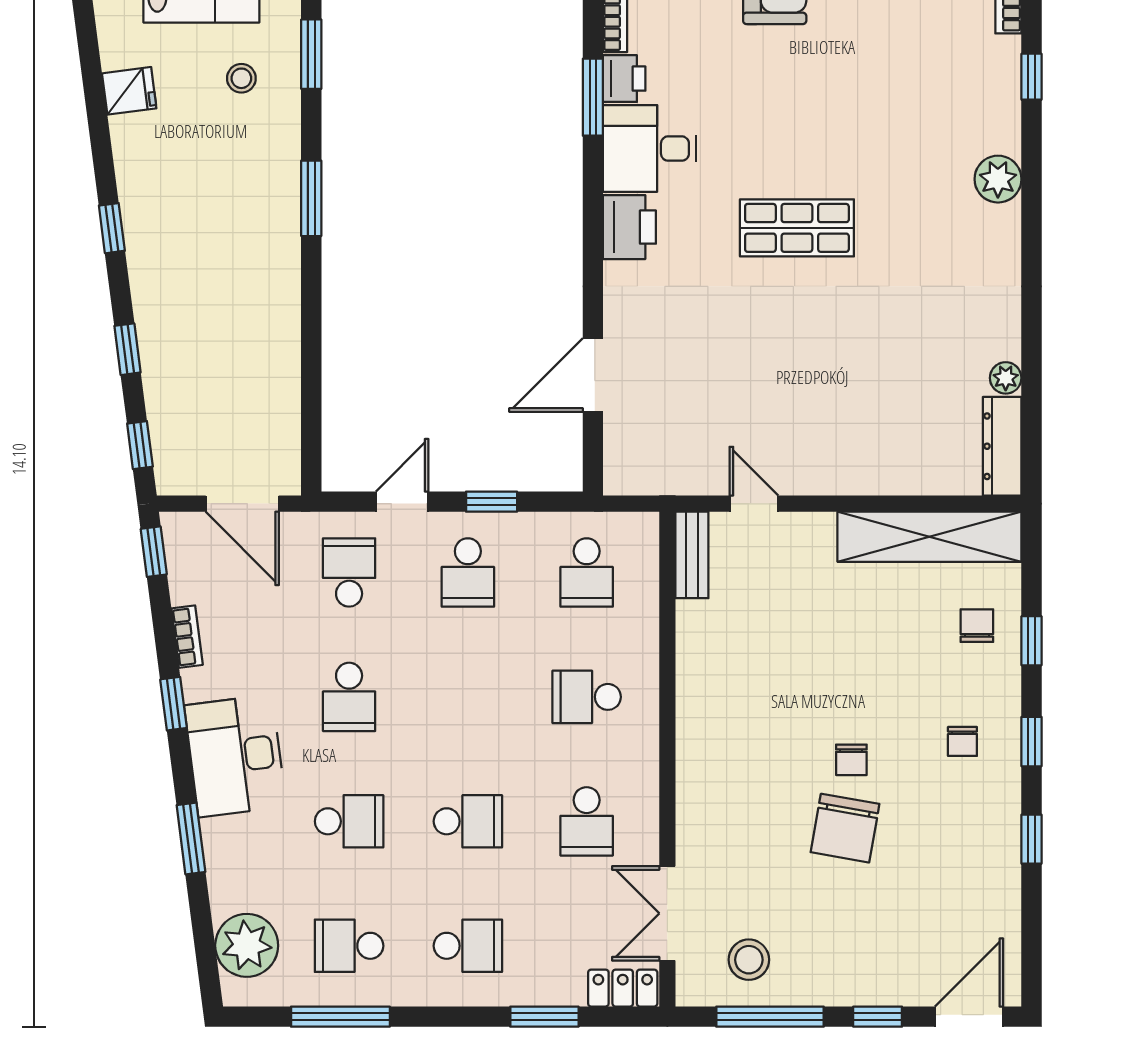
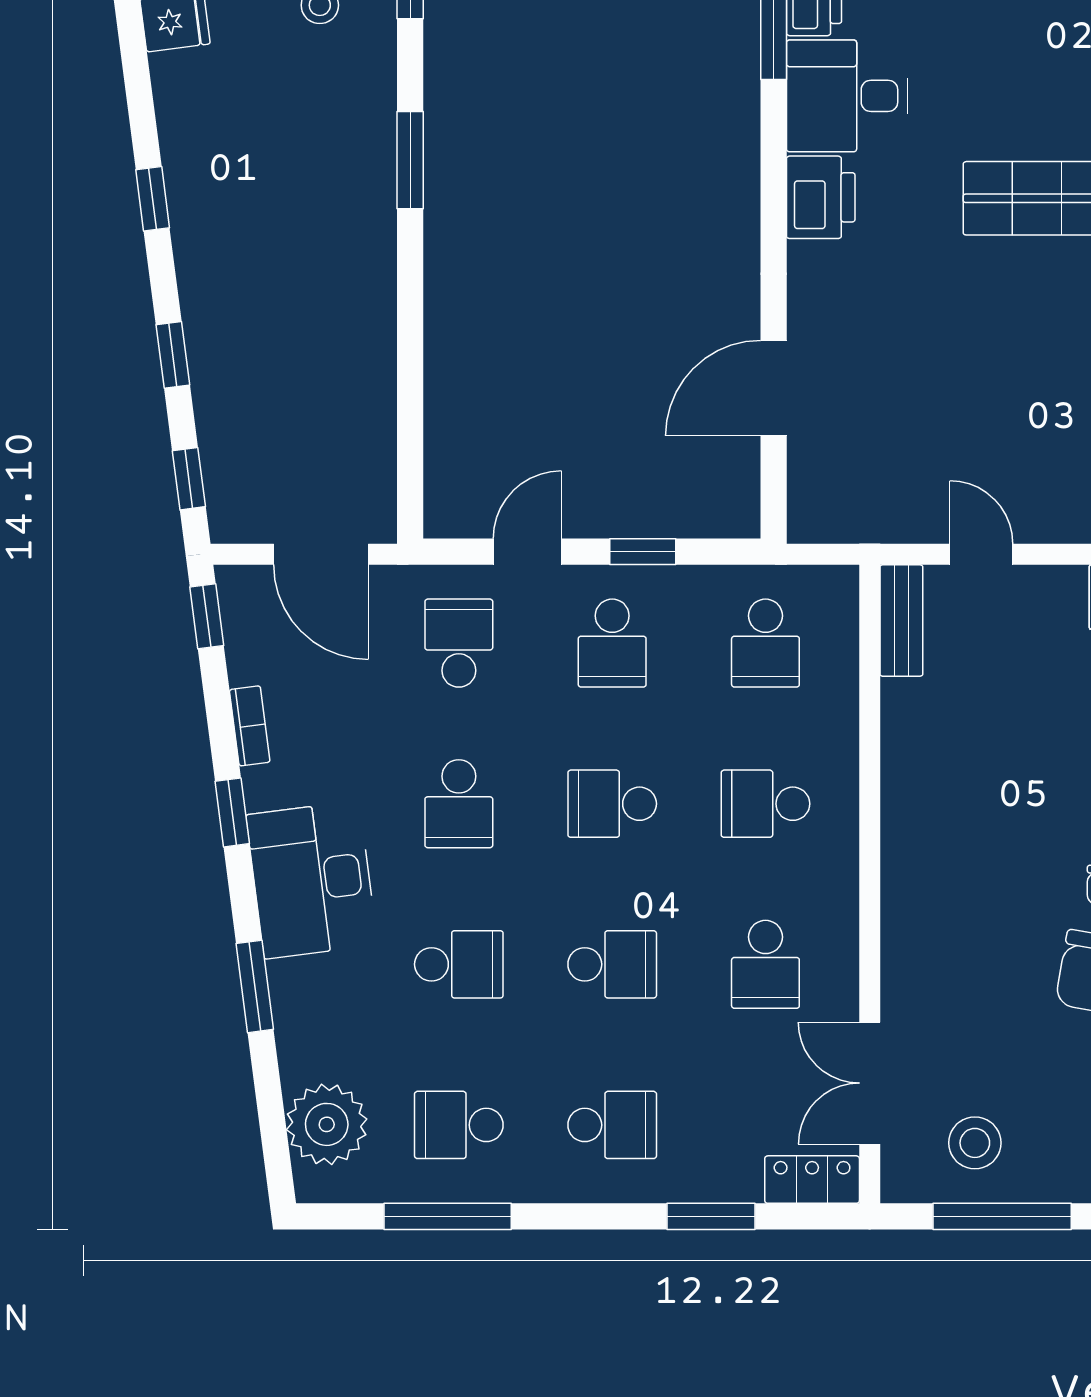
school desk: (468, 697) -> (612, 804), added

